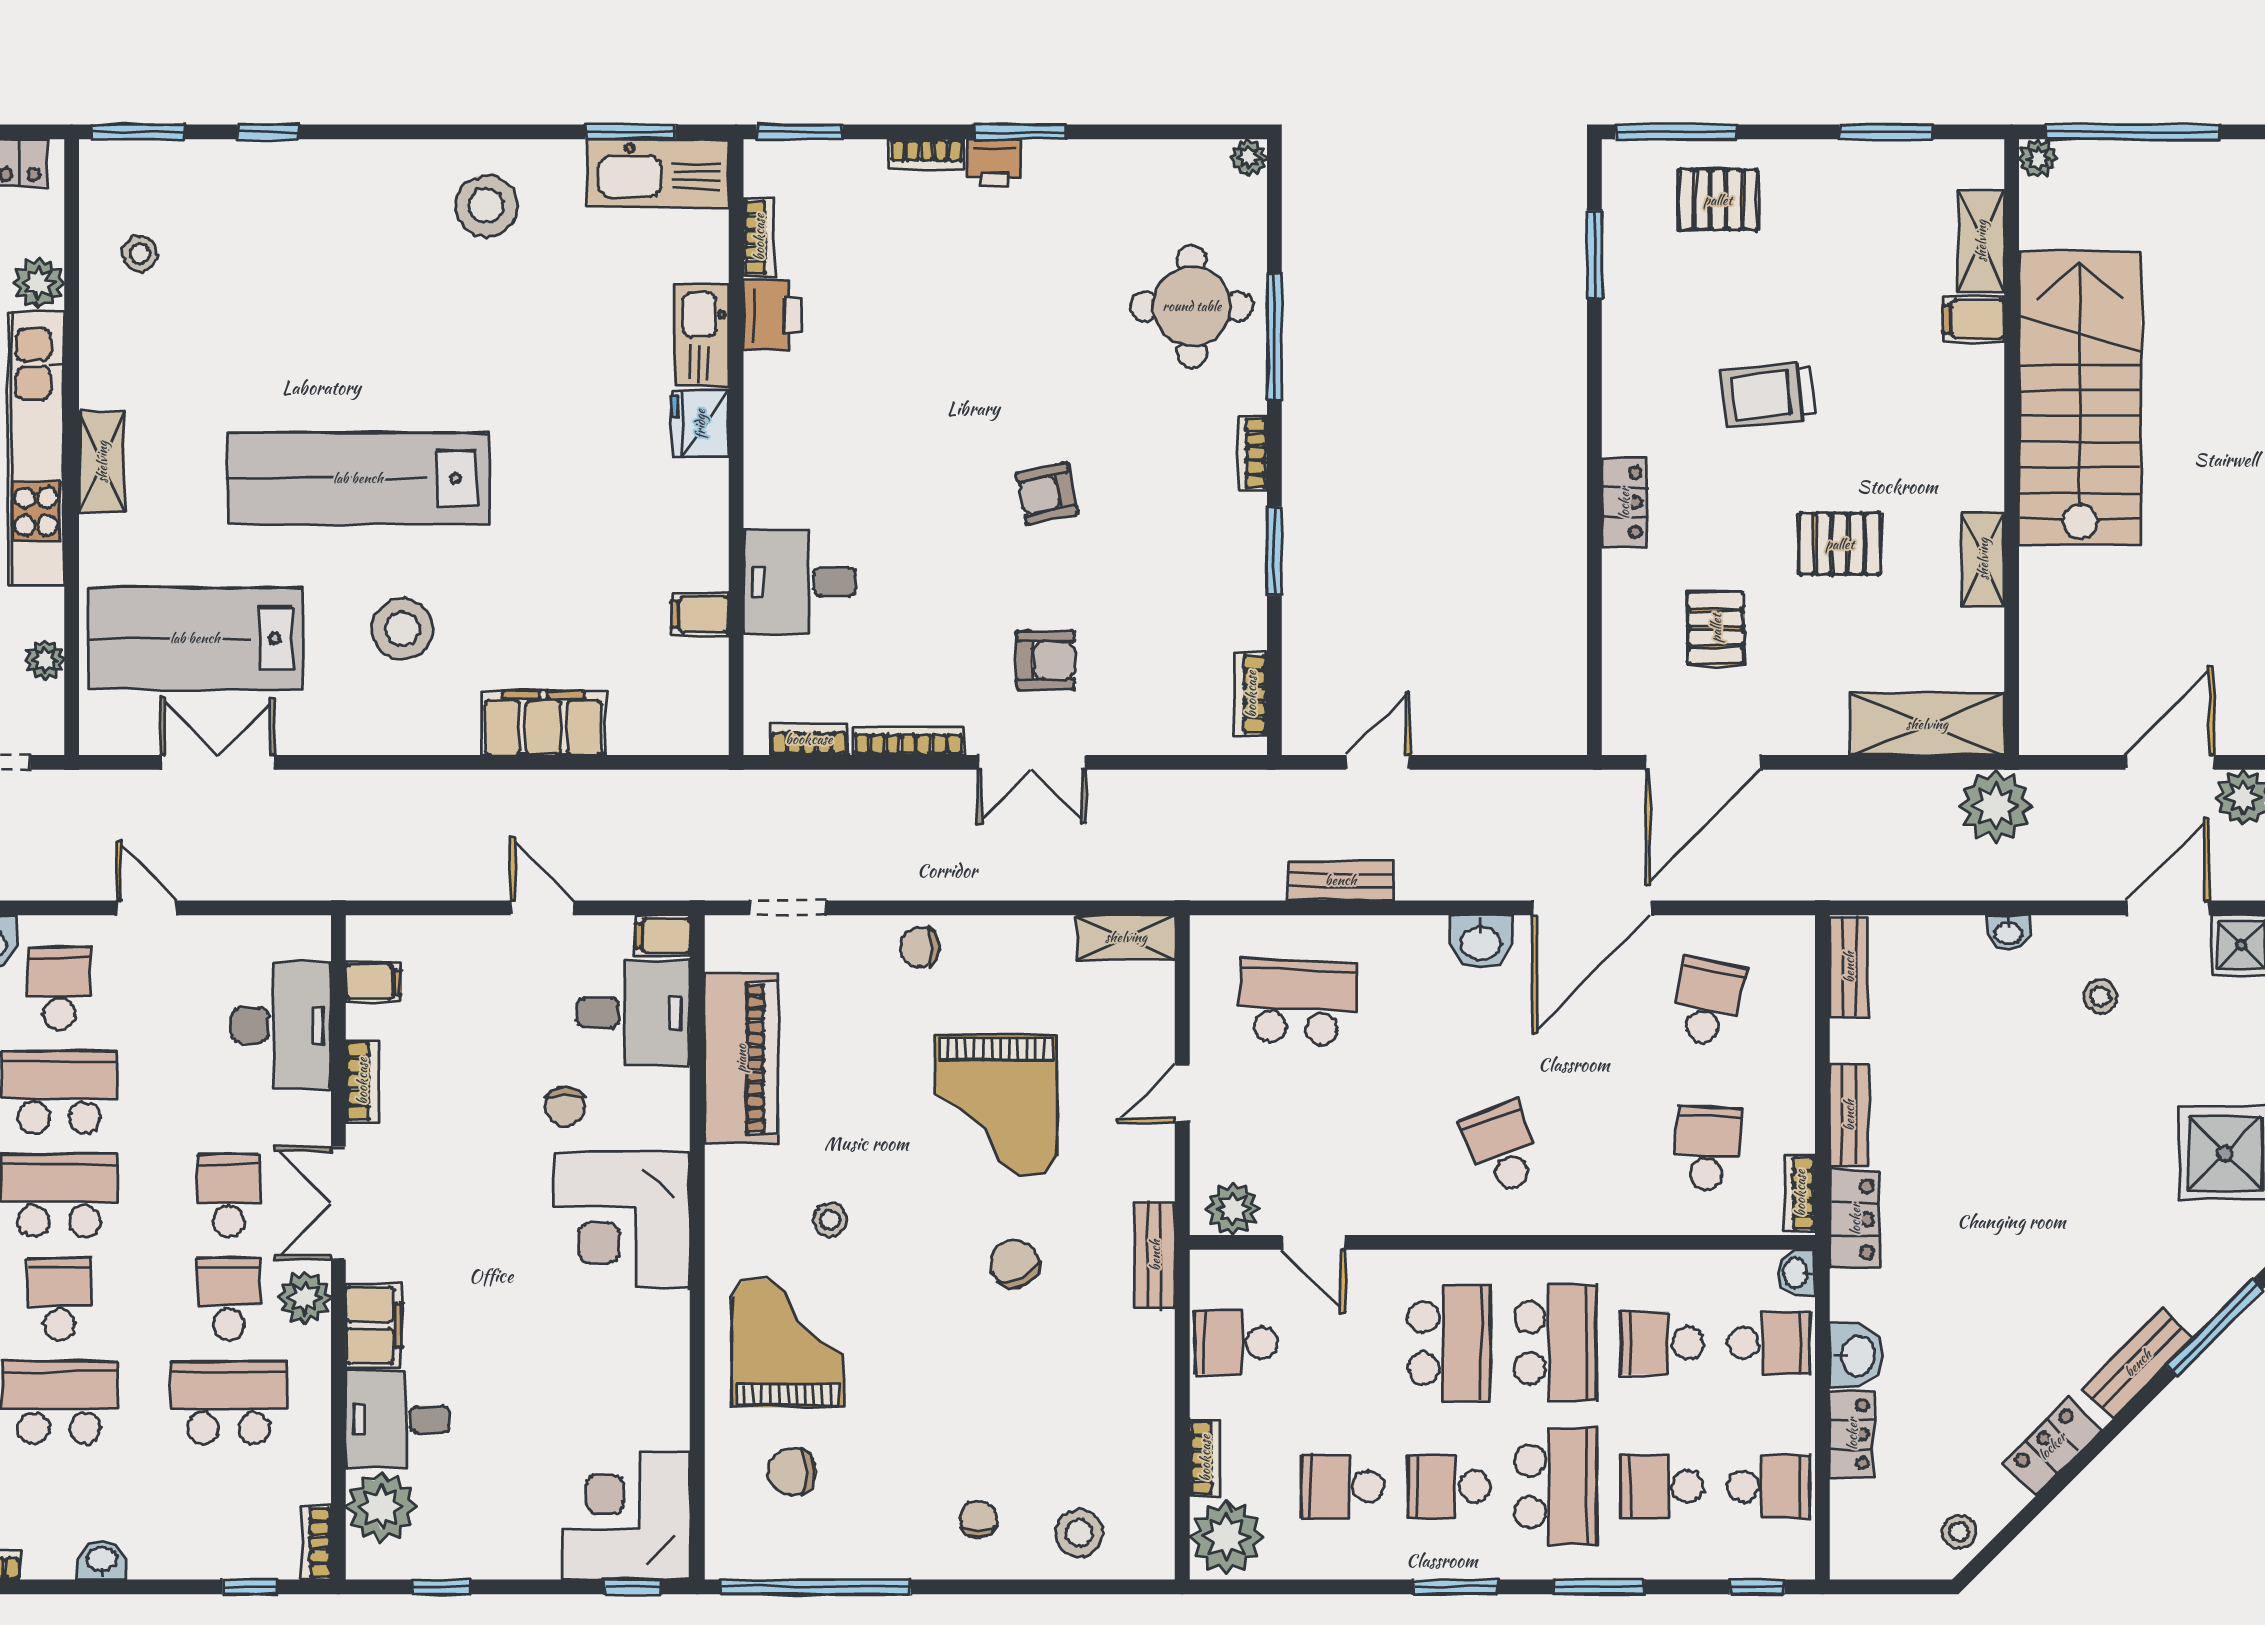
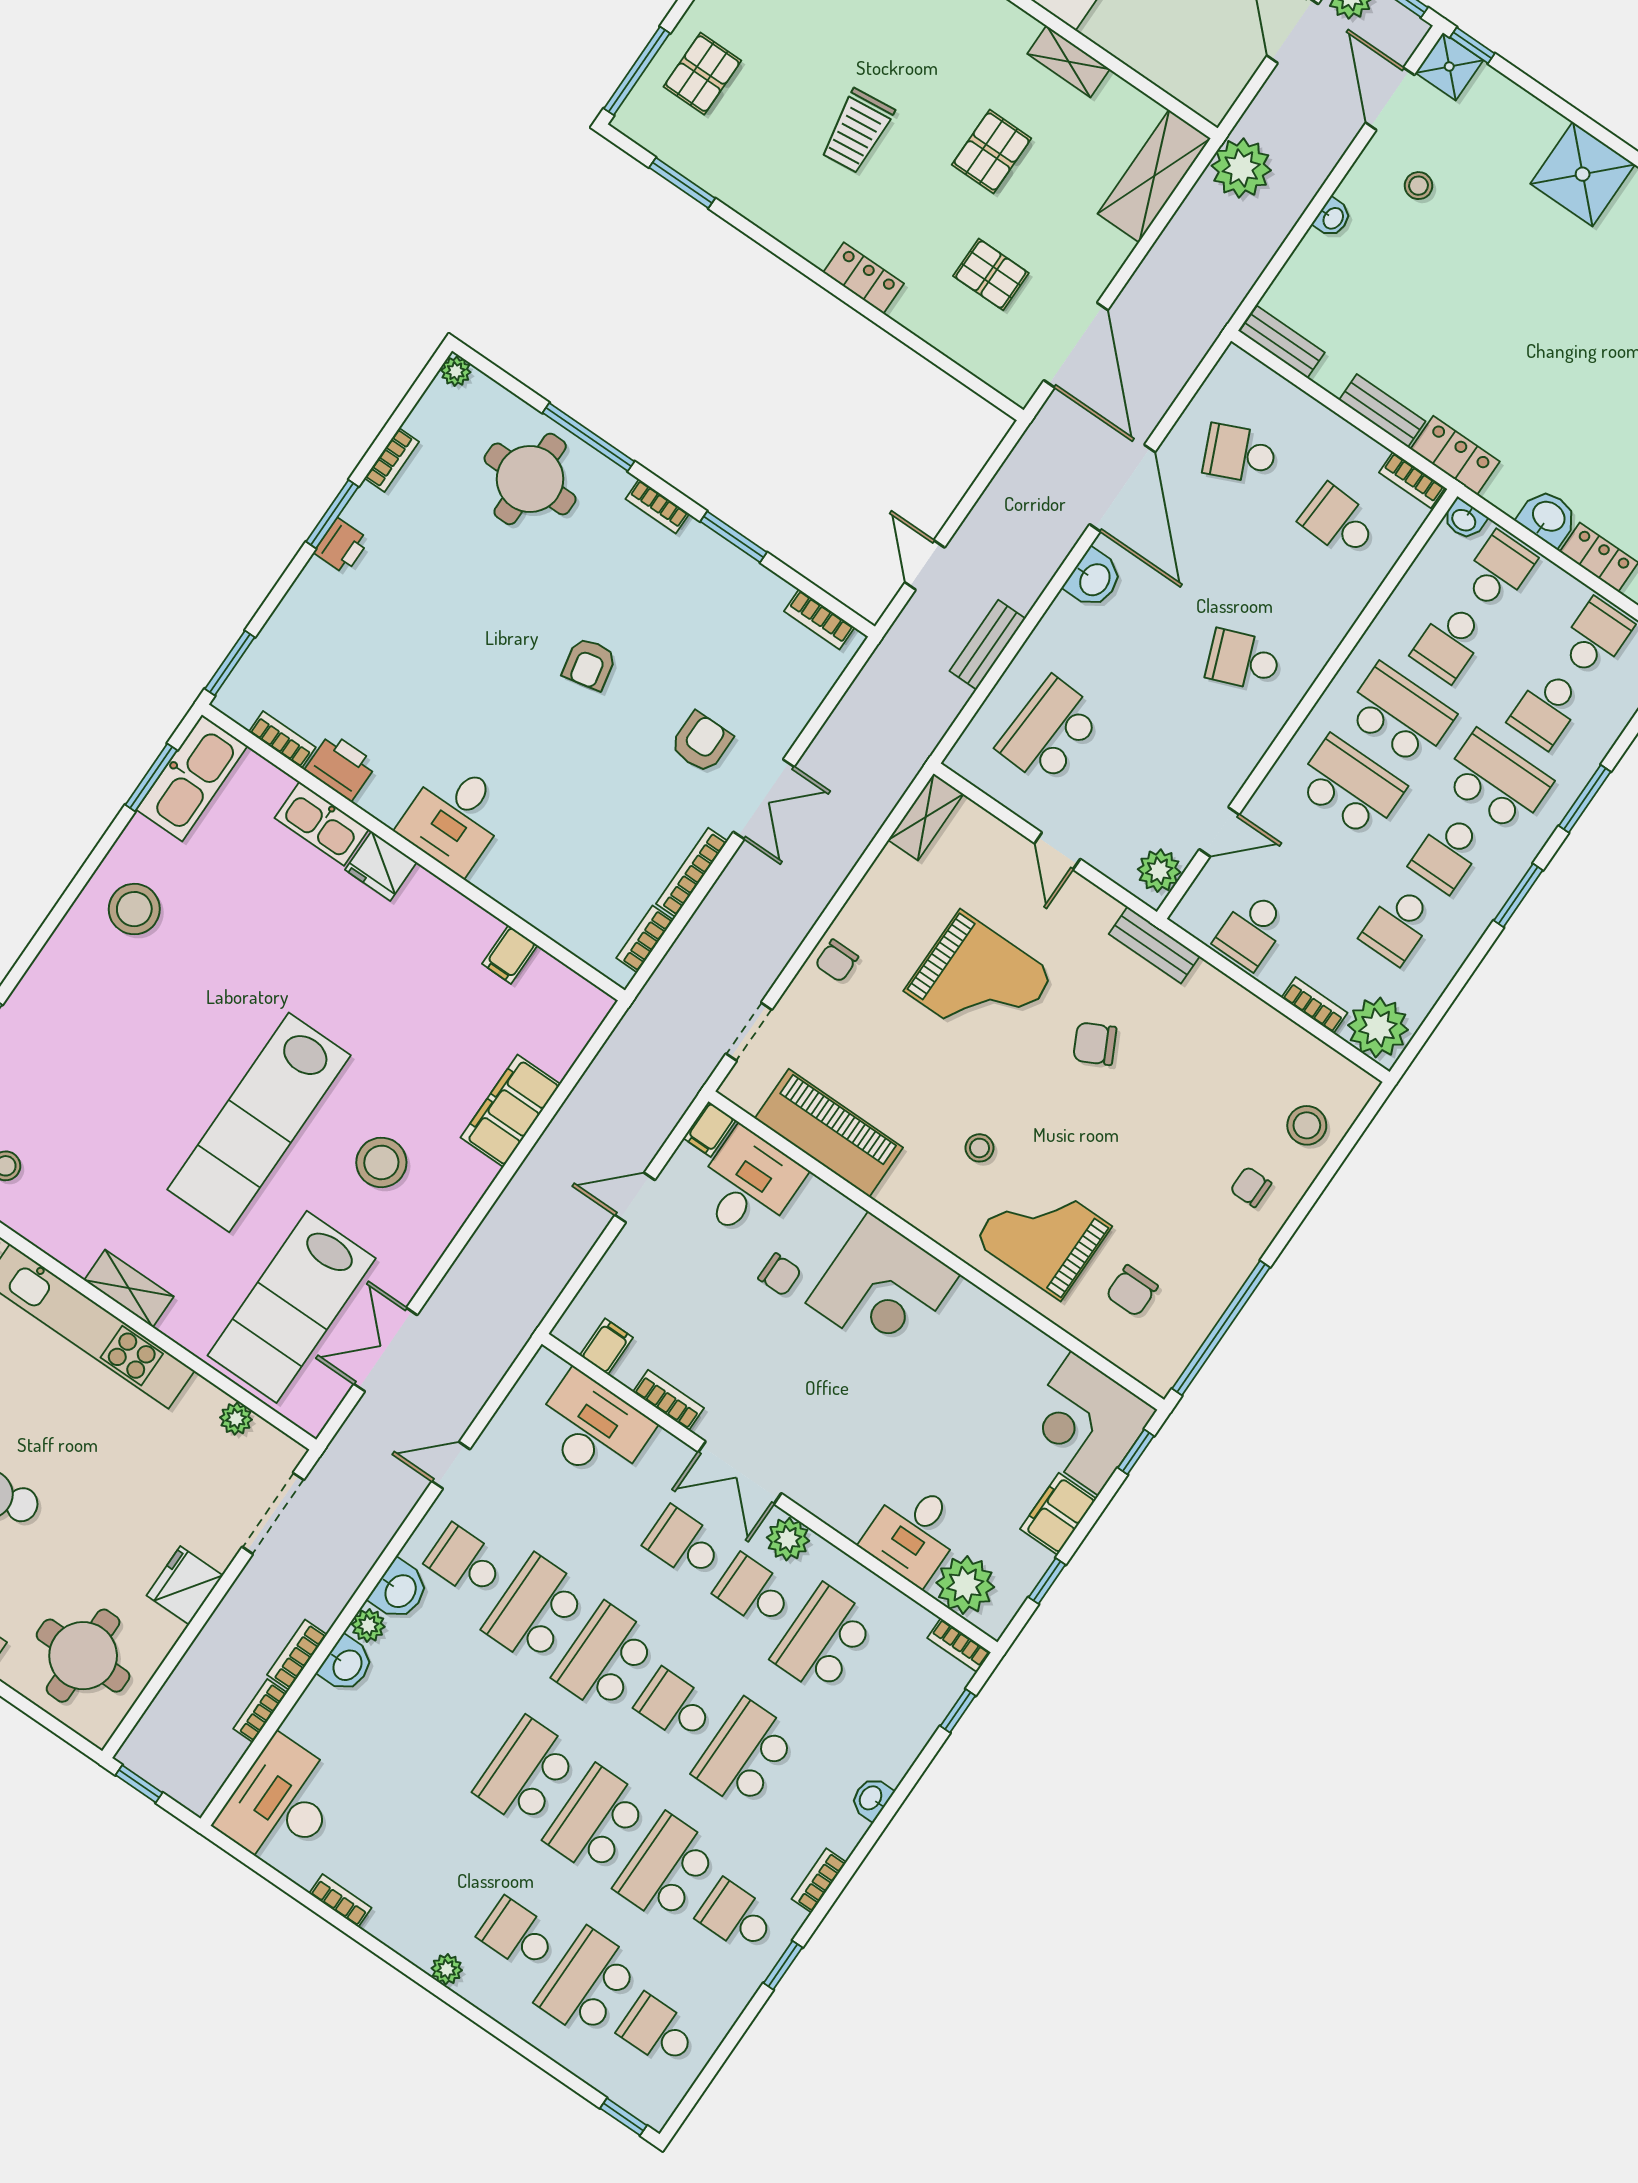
bookcase: (927, 154) -> (392, 460), moved
desk: (800, 582) -> (455, 817), moved
school desk: (1707, 1002) -> (1240, 454), turned -36
filing cabinet: (374, 1325) -> (1058, 1514), moved, turned -90

